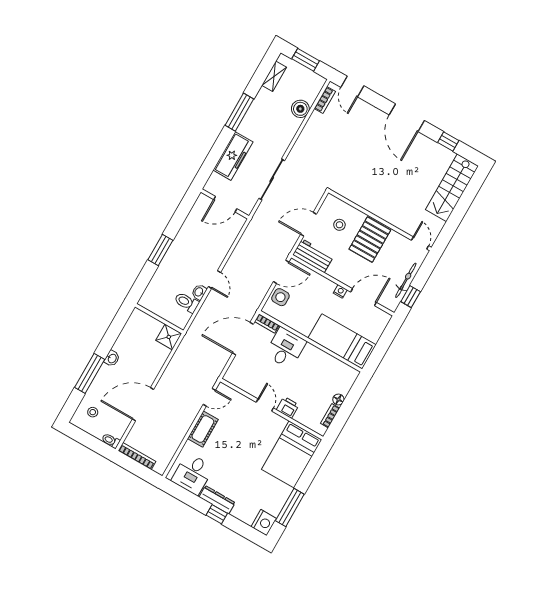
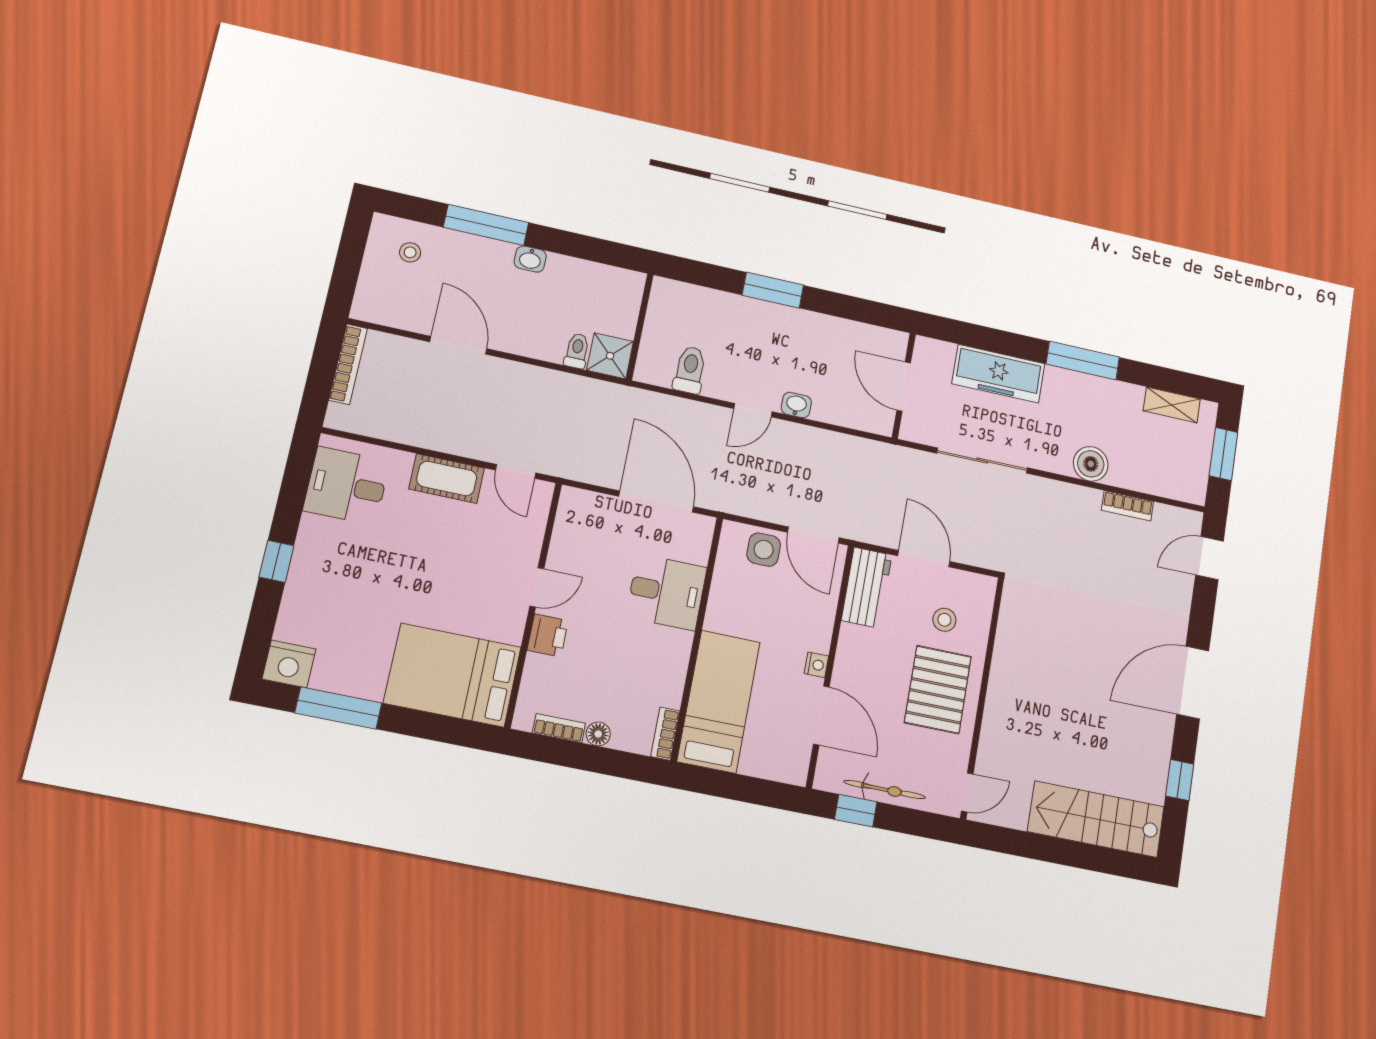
bookcase: (325, 100) -> (1127, 506), moved
boiler: (300, 109) -> (1091, 464), moved
pallet: (370, 240) -> (938, 690), turned 90
washbasin: (199, 292) -> (796, 405), moved
bookcase: (267, 323) -> (665, 734), moved
door: (143, 404) -> (458, 345), width x0.73
toilet: (111, 441) -> (577, 351), moved
dresser: (217, 500) -> (308, 552), removed

